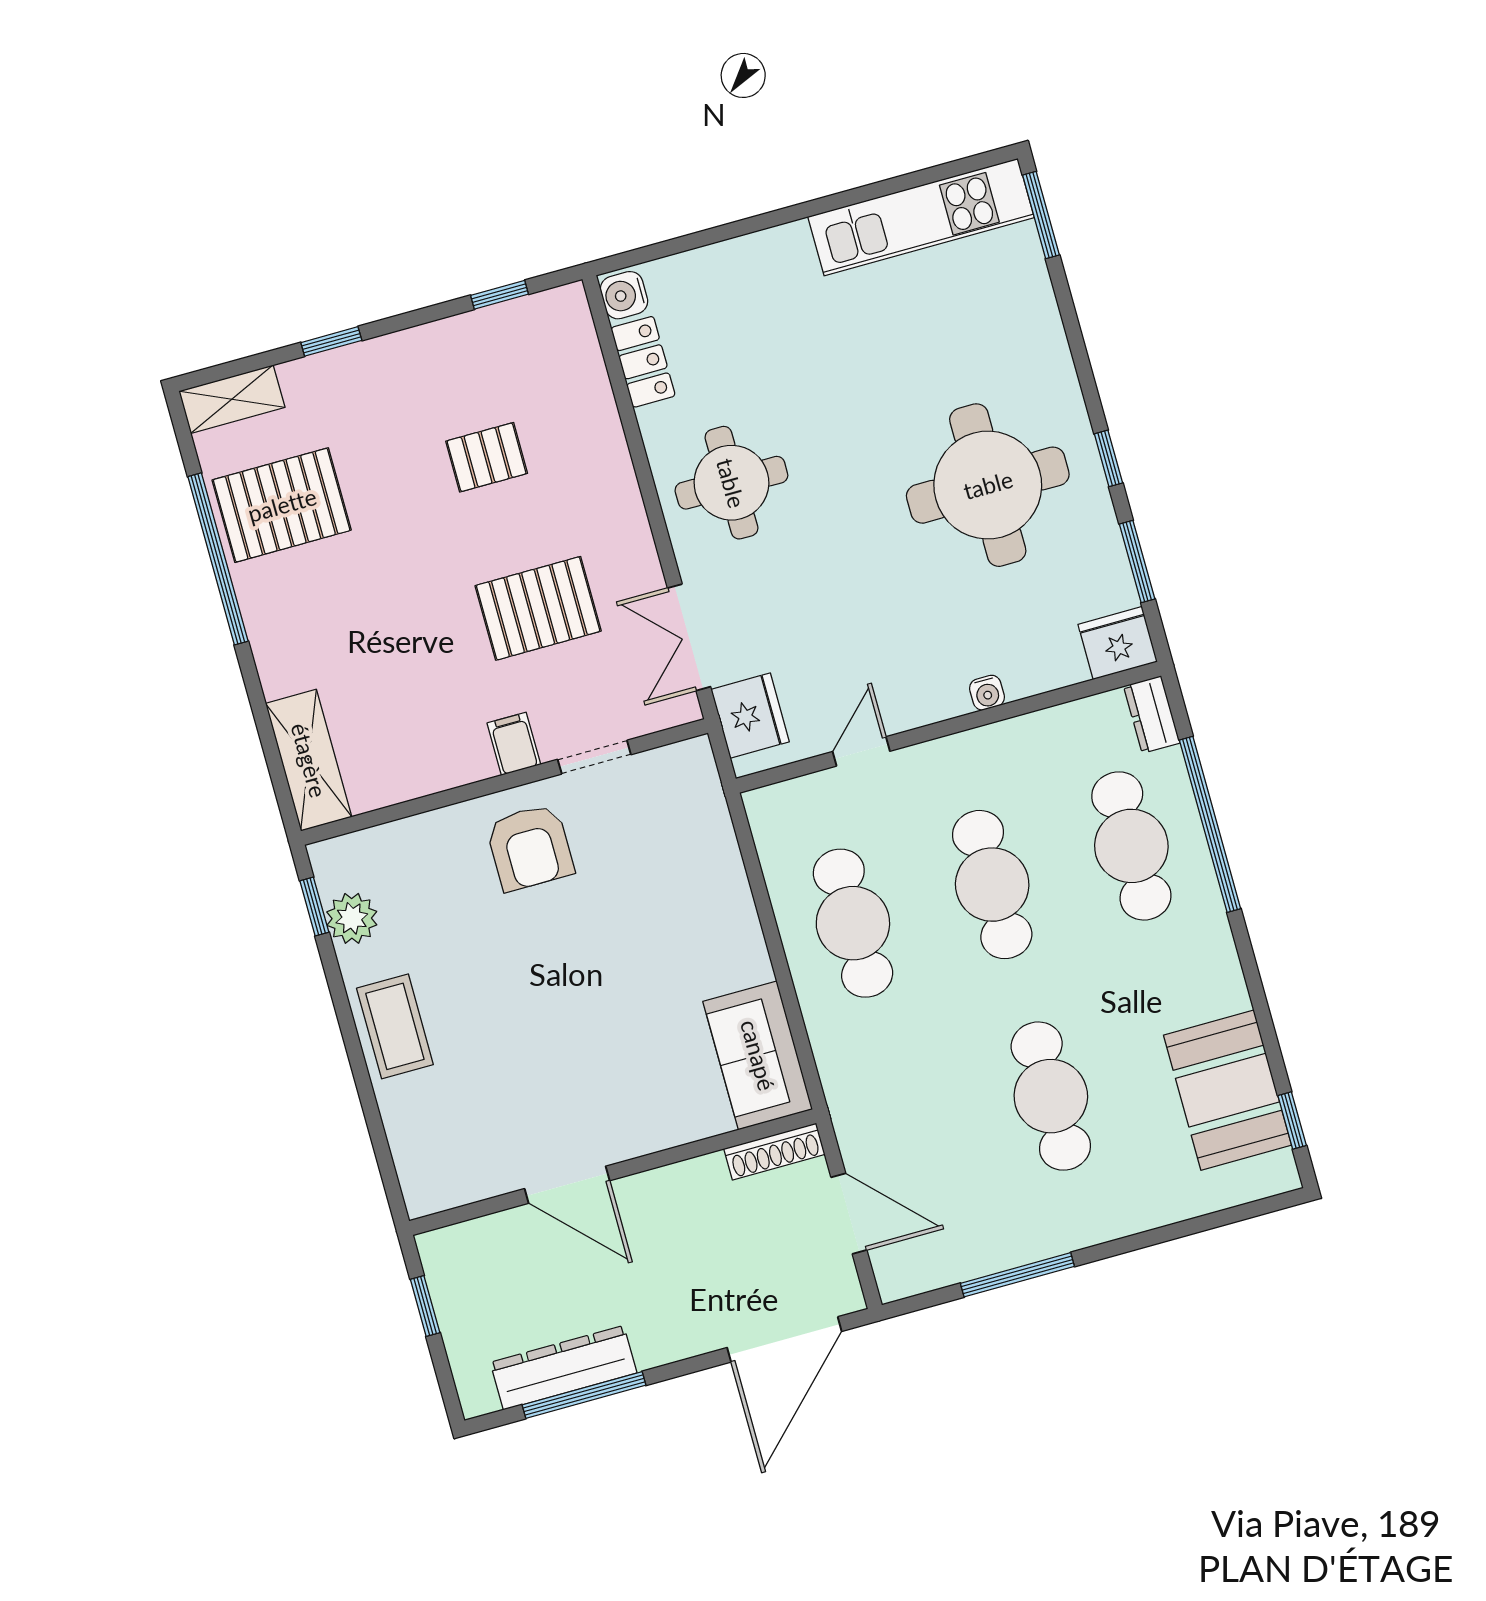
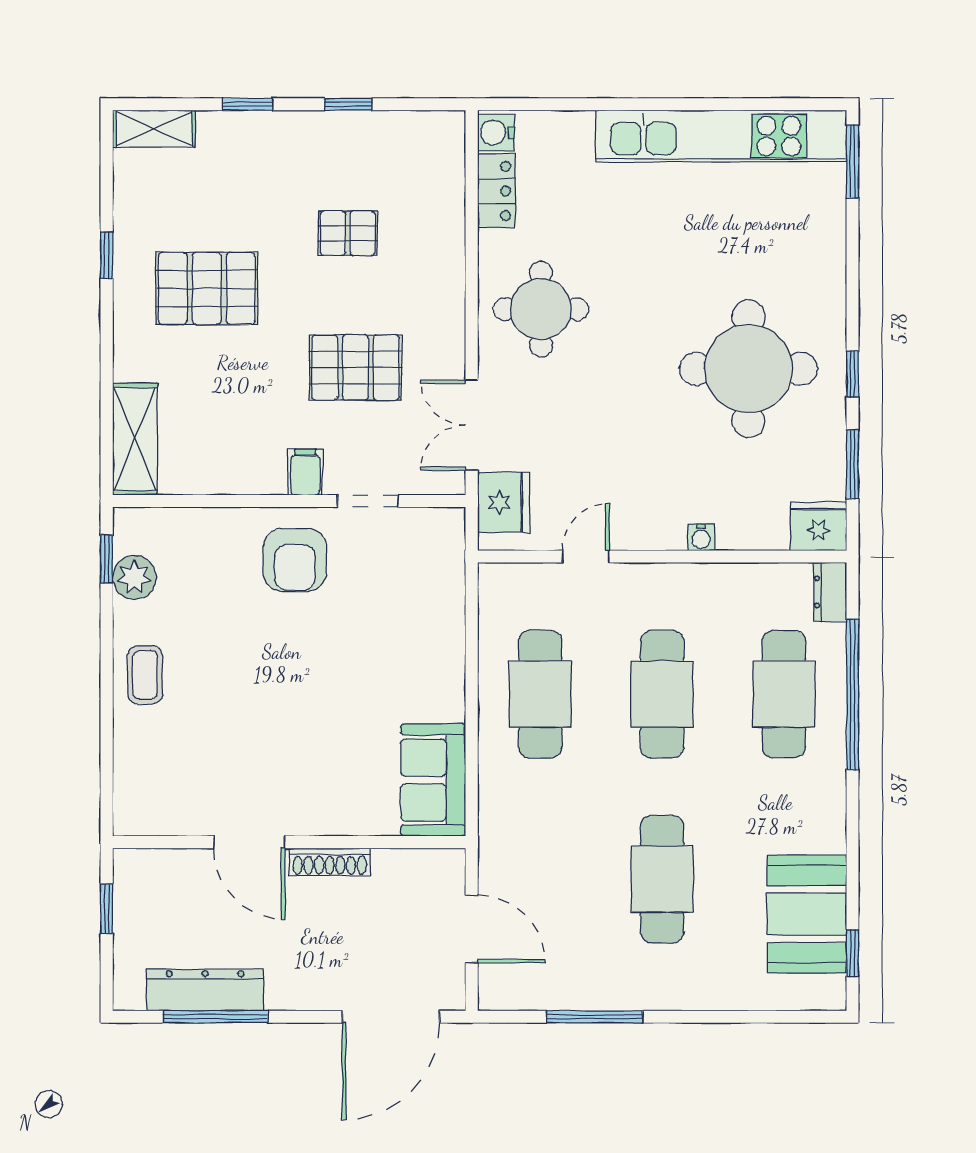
kitchen unit: (921, 217) -> (721, 136), width x1.36
window: (500, 295) -> (348, 104), moved
pallet: (282, 505) -> (207, 288), moved
window: (218, 559) -> (107, 255), width x0.32
coffee table: (395, 1026) -> (145, 675), width x0.73, depth x0.77
shoe rack: (774, 1152) -> (330, 862), moved

